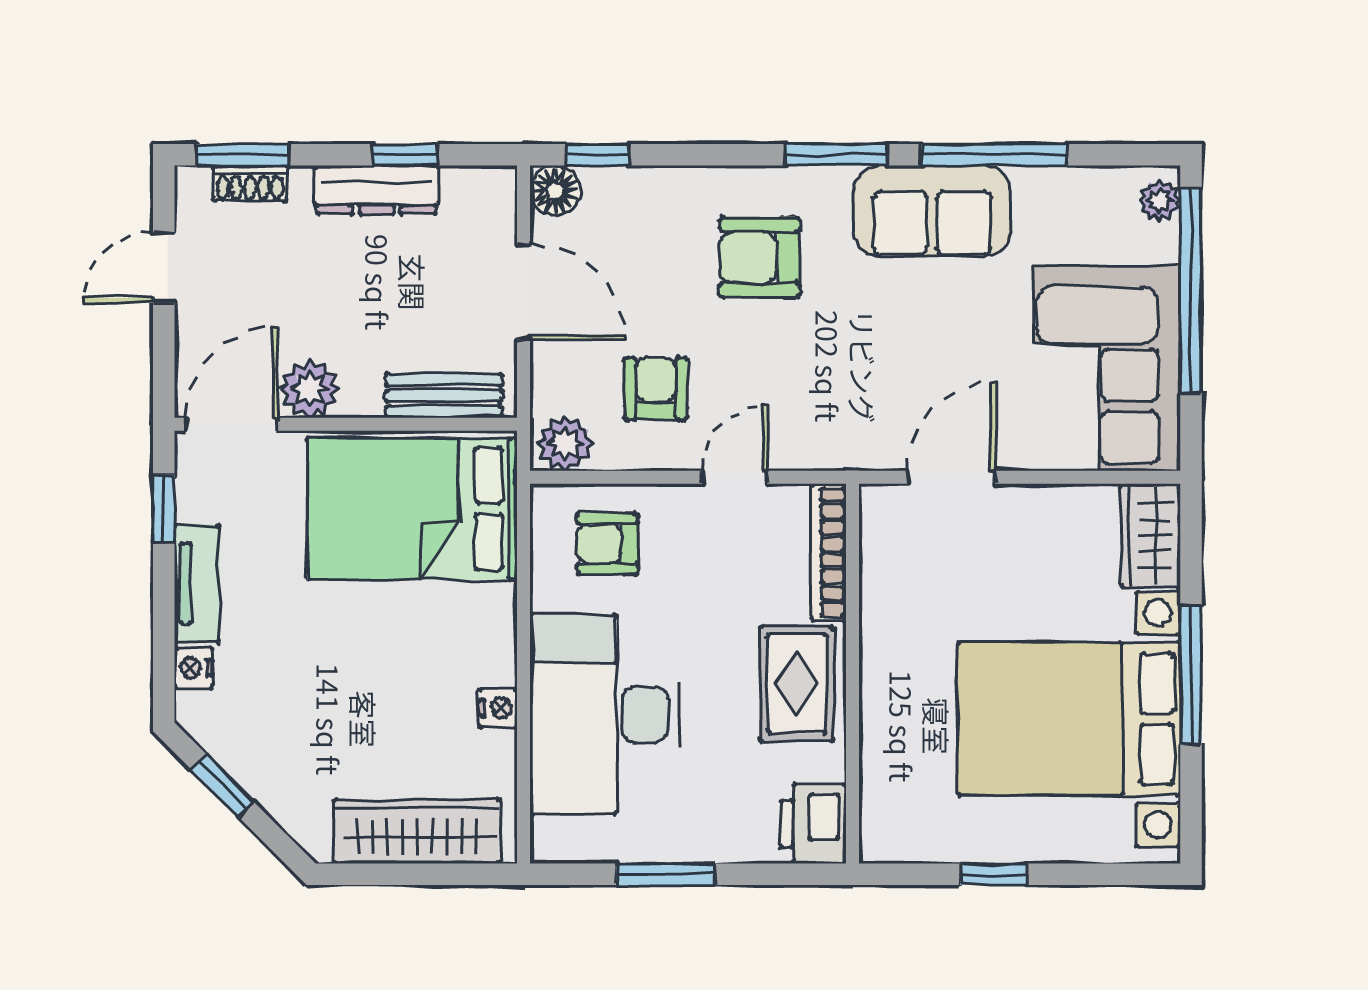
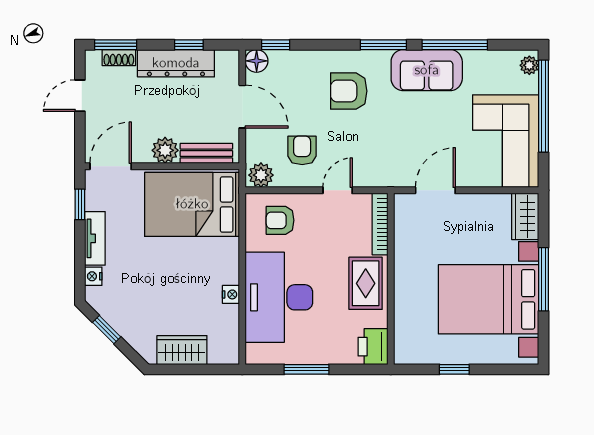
dresser: (376, 190) -> (176, 63), width x1.37, depth x1.24
plant: (310, 389) -> (165, 150), moved
wardrobe: (417, 831) -> (182, 350), width x0.67

